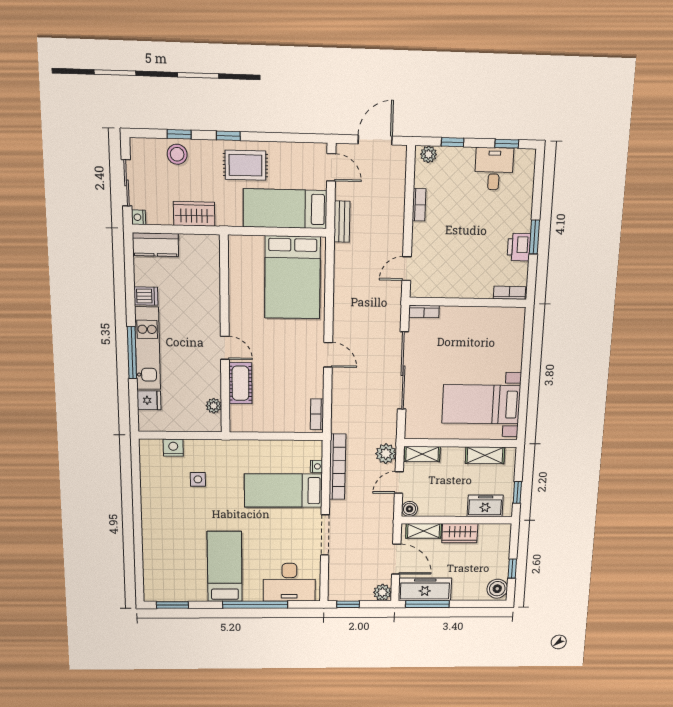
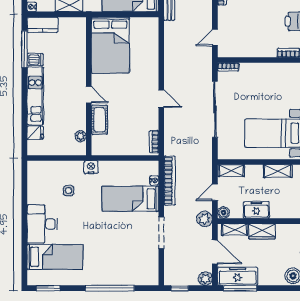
bed: (293, 278) -> (110, 45), moved
window: (132, 353) -> (24, 49), moved
nightstand: (173, 448) -> (91, 167), moved
plant: (386, 454) -> (205, 219), moved
freezer: (485, 506) -> (256, 210), moved
bed: (225, 567) -> (55, 257), moved, turned 90
desk: (289, 582) -> (42, 224), moved, turned 90

